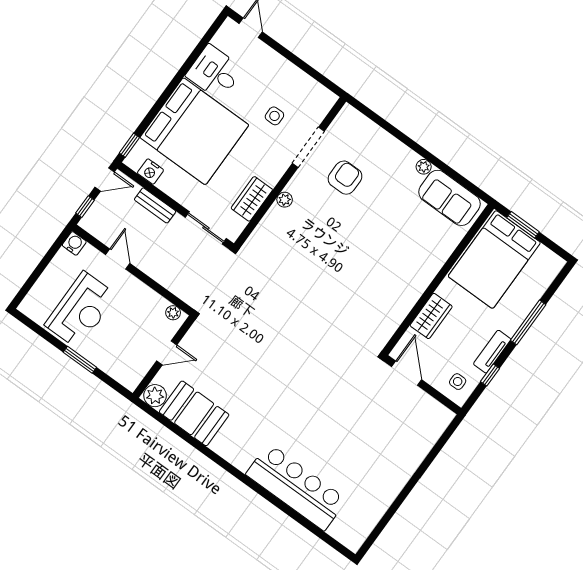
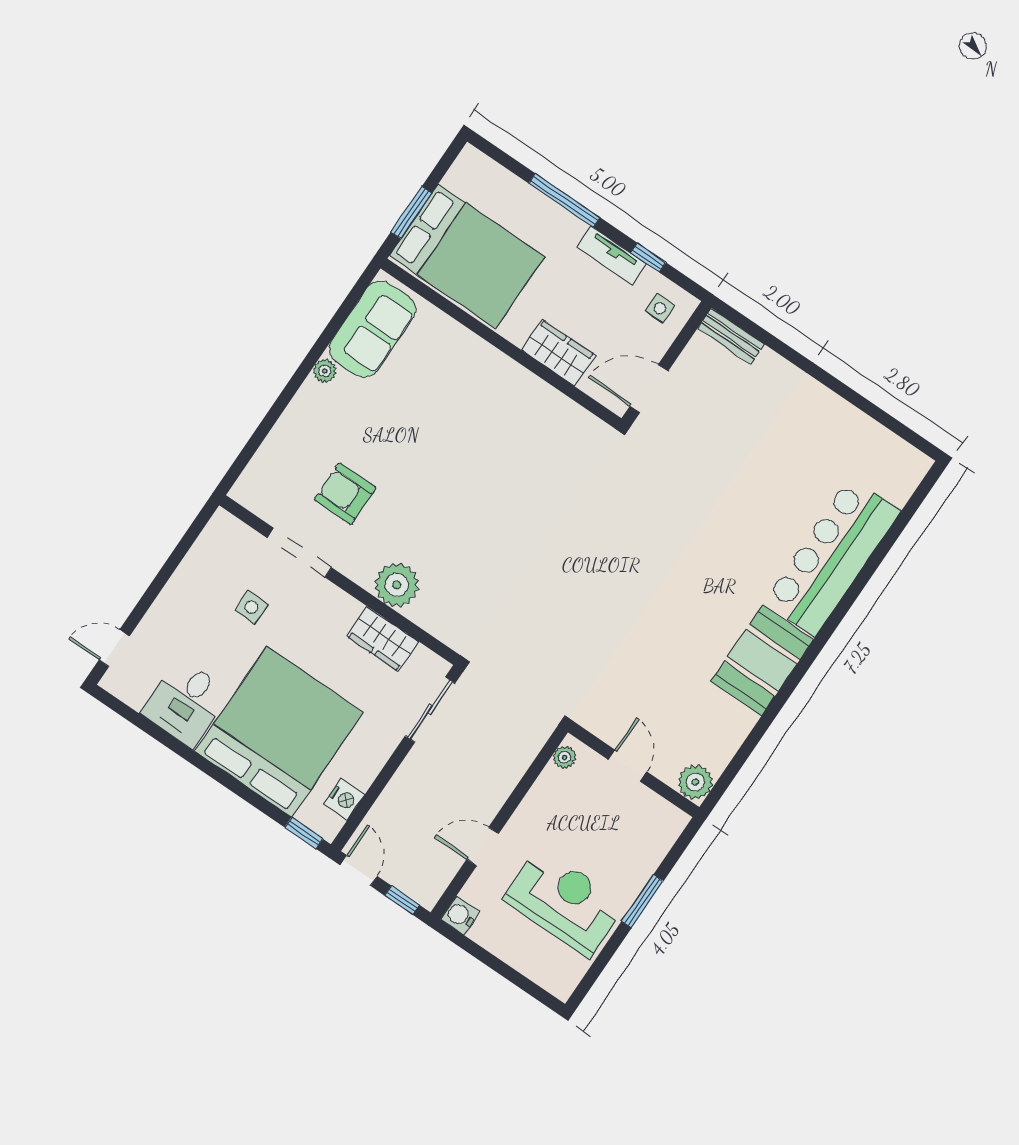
plant: (285, 200) -> (397, 585), width x1.88, depth x1.88
bench: (155, 205) -> (731, 336), moved, turned 90
booth: (194, 413) -> (762, 660), moved

